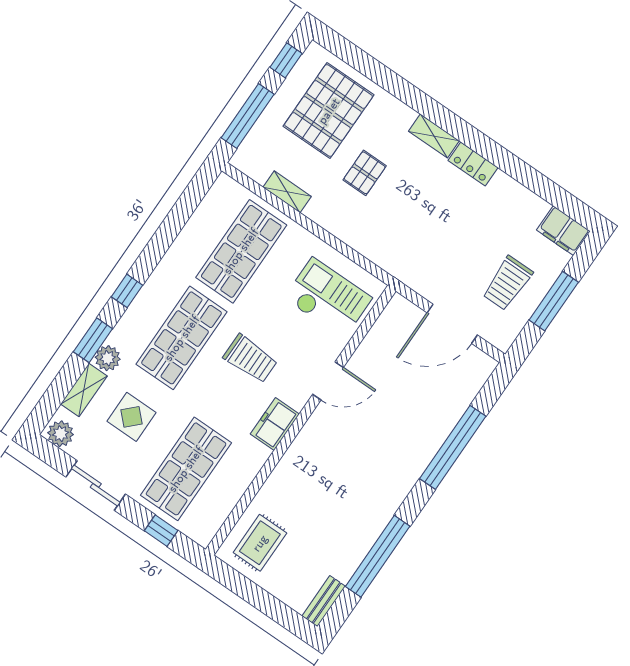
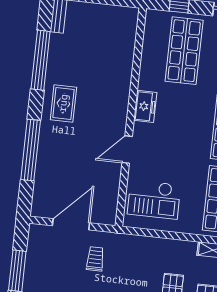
trolley: (508, 283) -> (95, 259), moved, width x0.73, depth x0.72
trolley: (250, 359) -> (181, 138), removed
rug: (260, 543) -> (63, 103), moved

